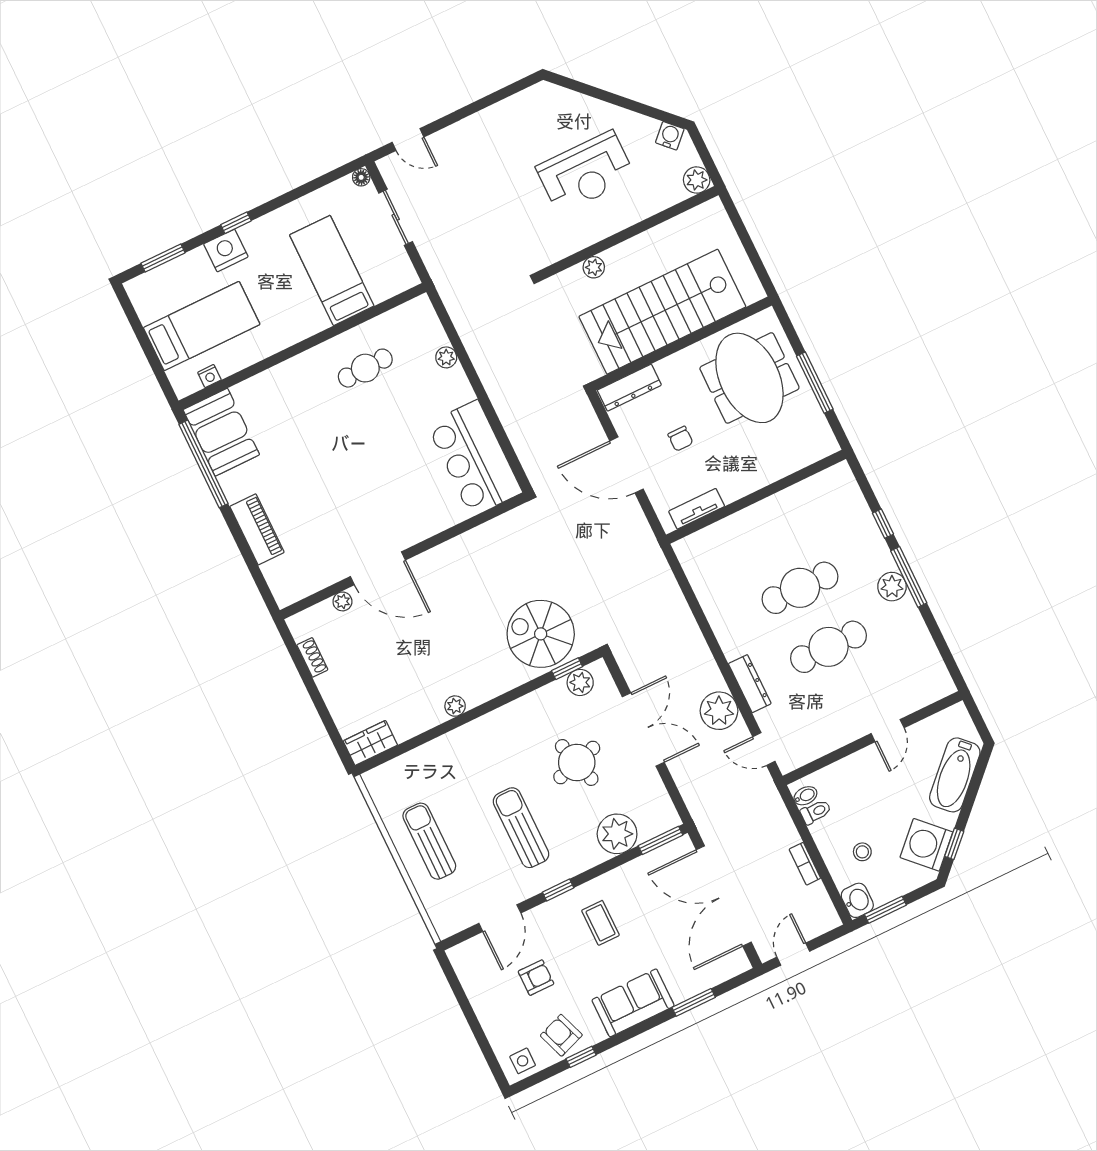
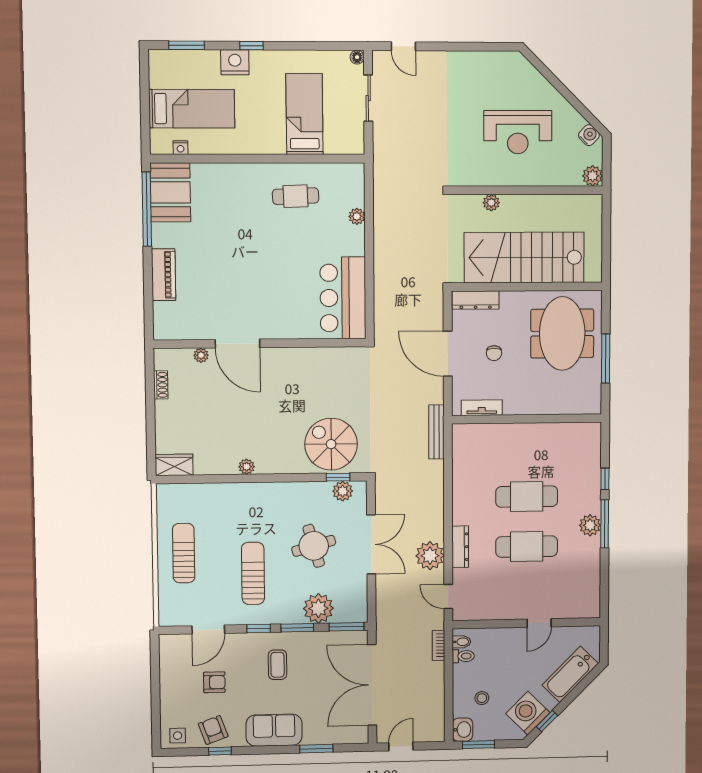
bench: (657, 562) -> (436, 432), added
bookcase: (805, 864) -> (439, 645), moved
window: (603, 868) -> (297, 628), added

